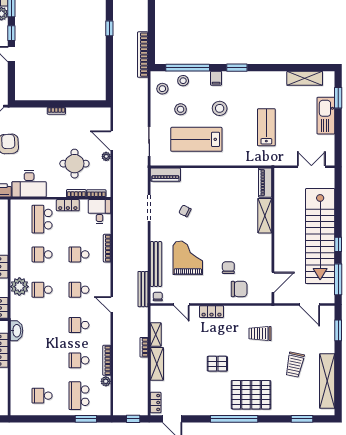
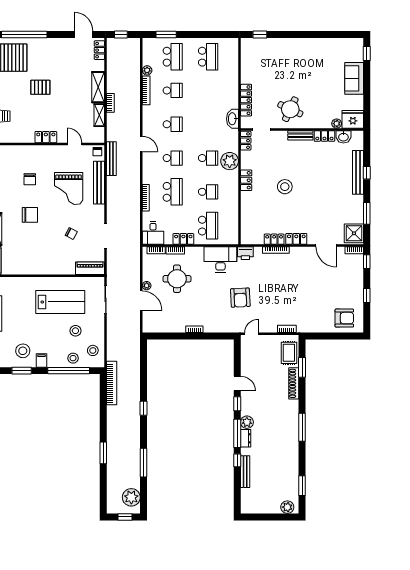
stool: (220, 108) -> (23, 351), moved
school desk: (79, 254) -> (173, 192), width x1.85
chair: (239, 289) -> (30, 215), moved, turned 180
school desk: (42, 396) -> (208, 57), width x1.85

